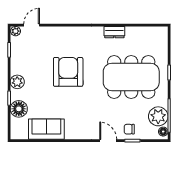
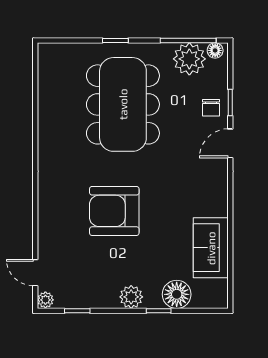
dresser: (114, 32) -> (47, 133), removed

